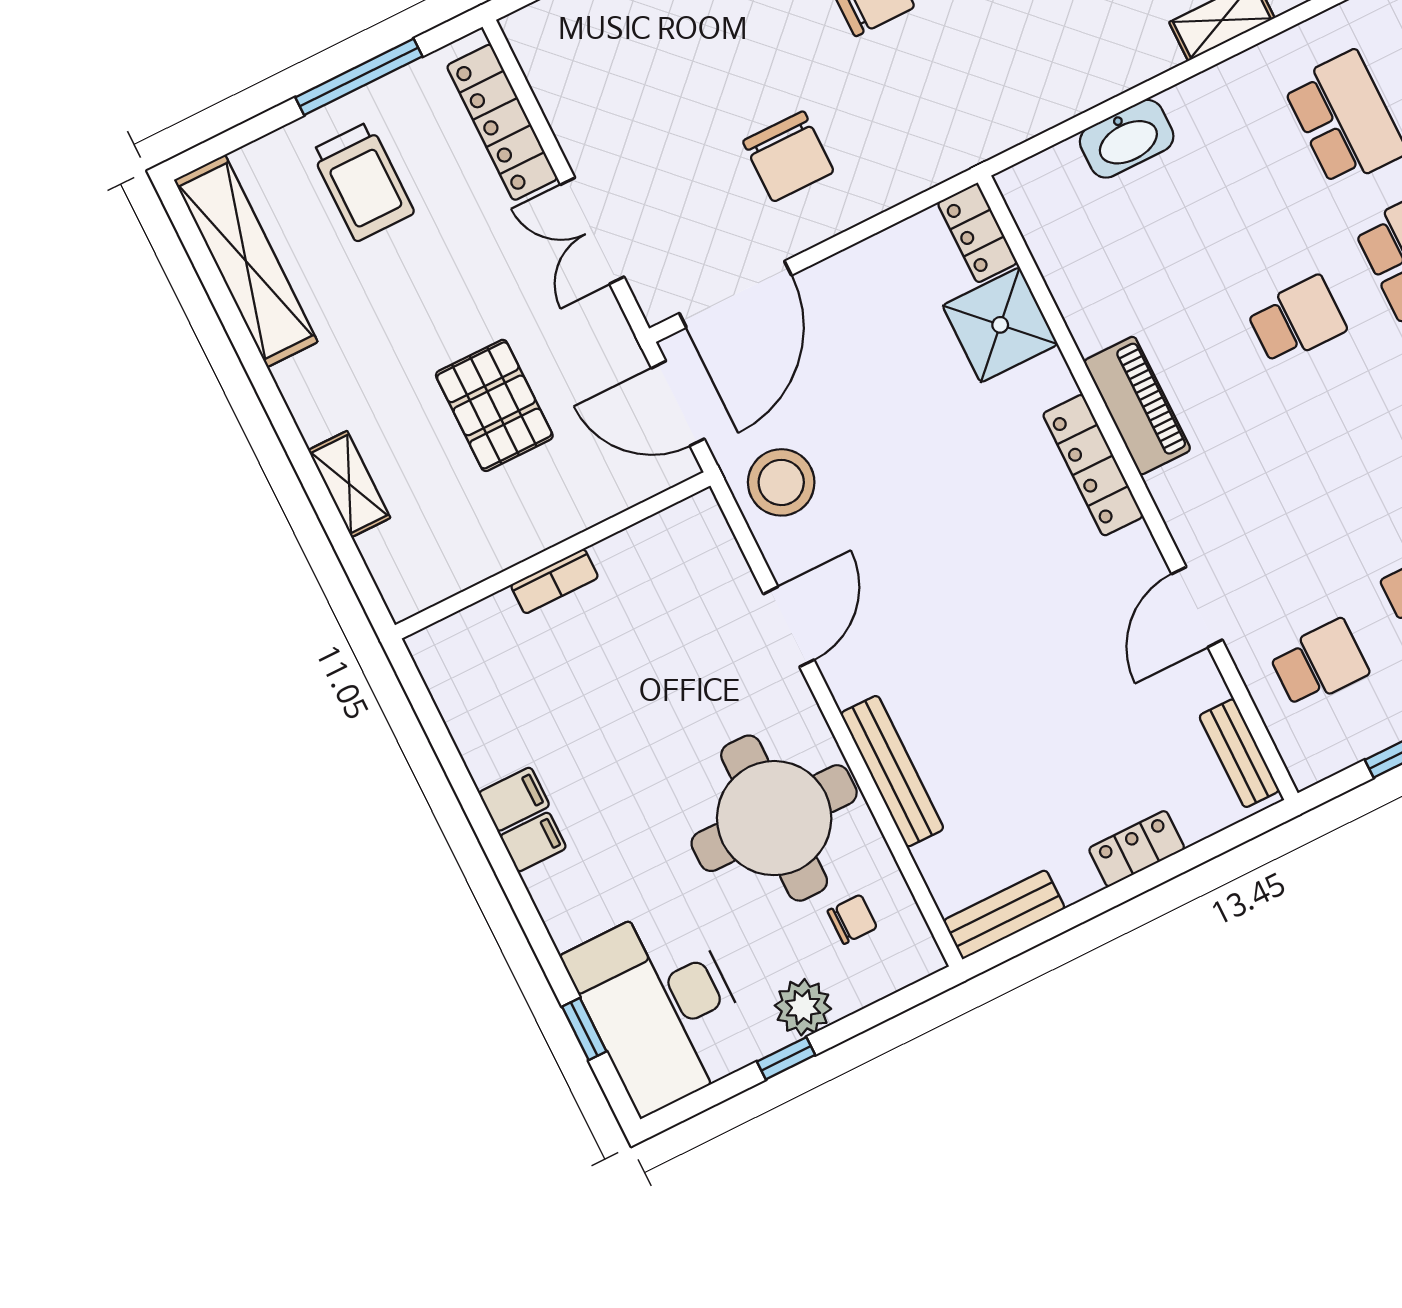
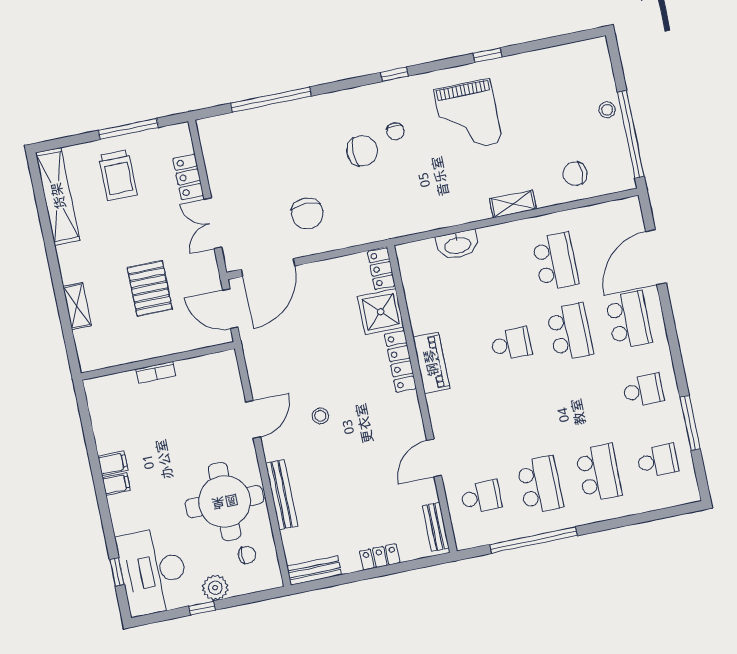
locker: (502, 122) -> (188, 177), width x0.66
locker: (1093, 465) -> (400, 361), moved
stool: (781, 482) -> (320, 416), moved, width x0.53, depth x0.53

